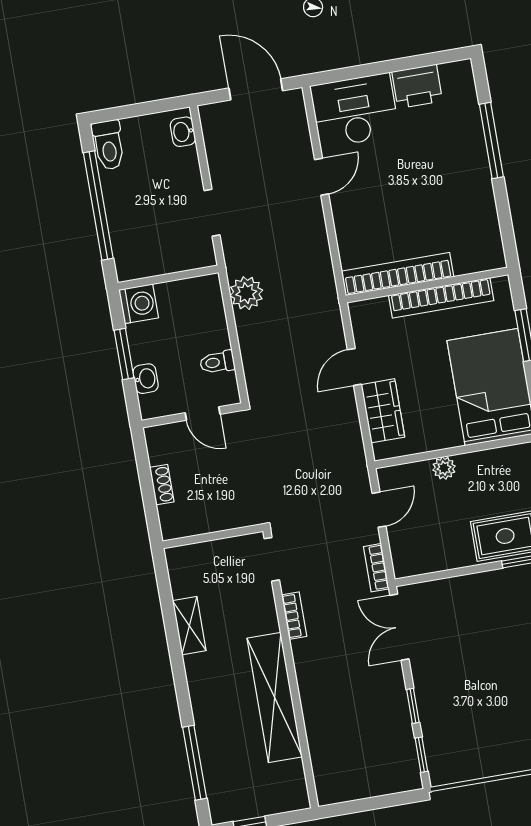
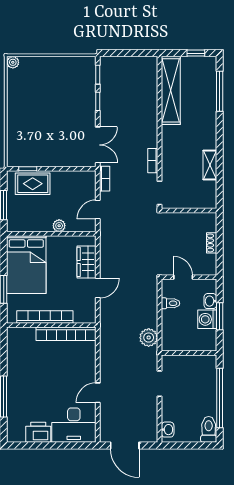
washing machine: (139, 304) -> (207, 319), moved
shelving: (275, 697) -> (171, 90), moved

